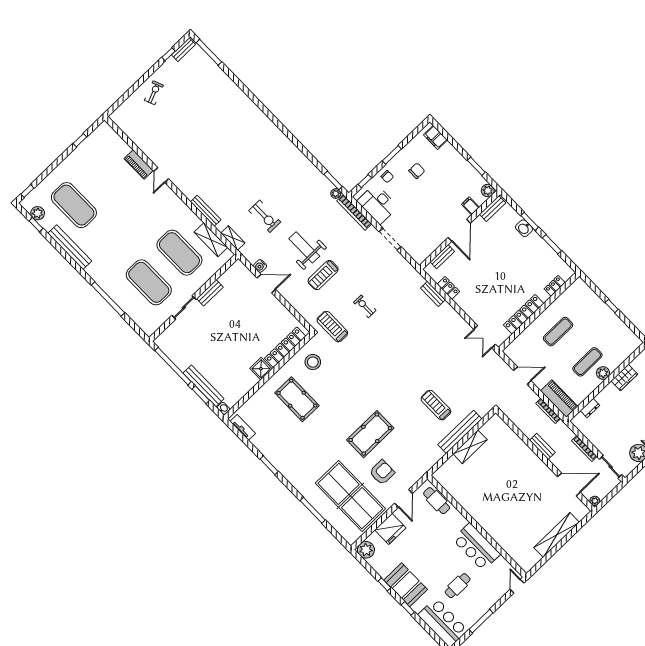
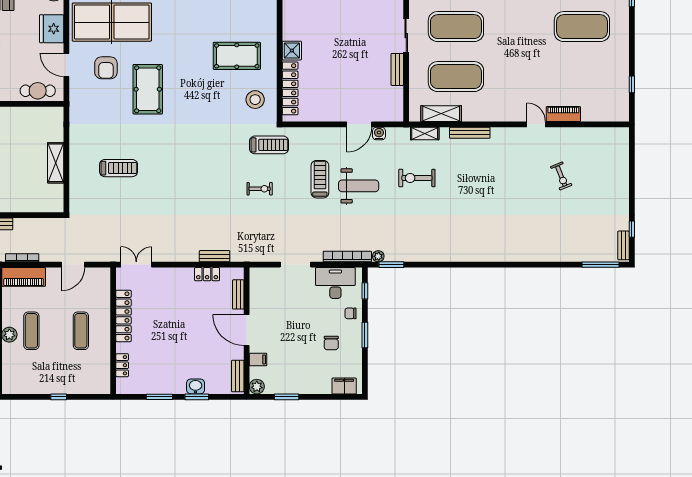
exercise bike: (154, 93) -> (561, 176), moved
bench: (460, 432) -> (76, 166), removed

